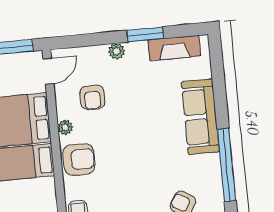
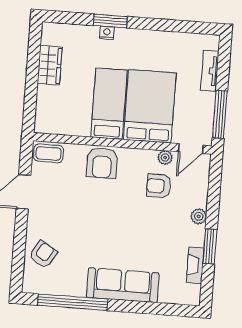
fireplace: (174, 48) -> (195, 265), width x0.73, depth x0.76
door: (48, 71) -> (191, 148), hinge flipped
plant: (65, 127) -> (165, 157), moved

